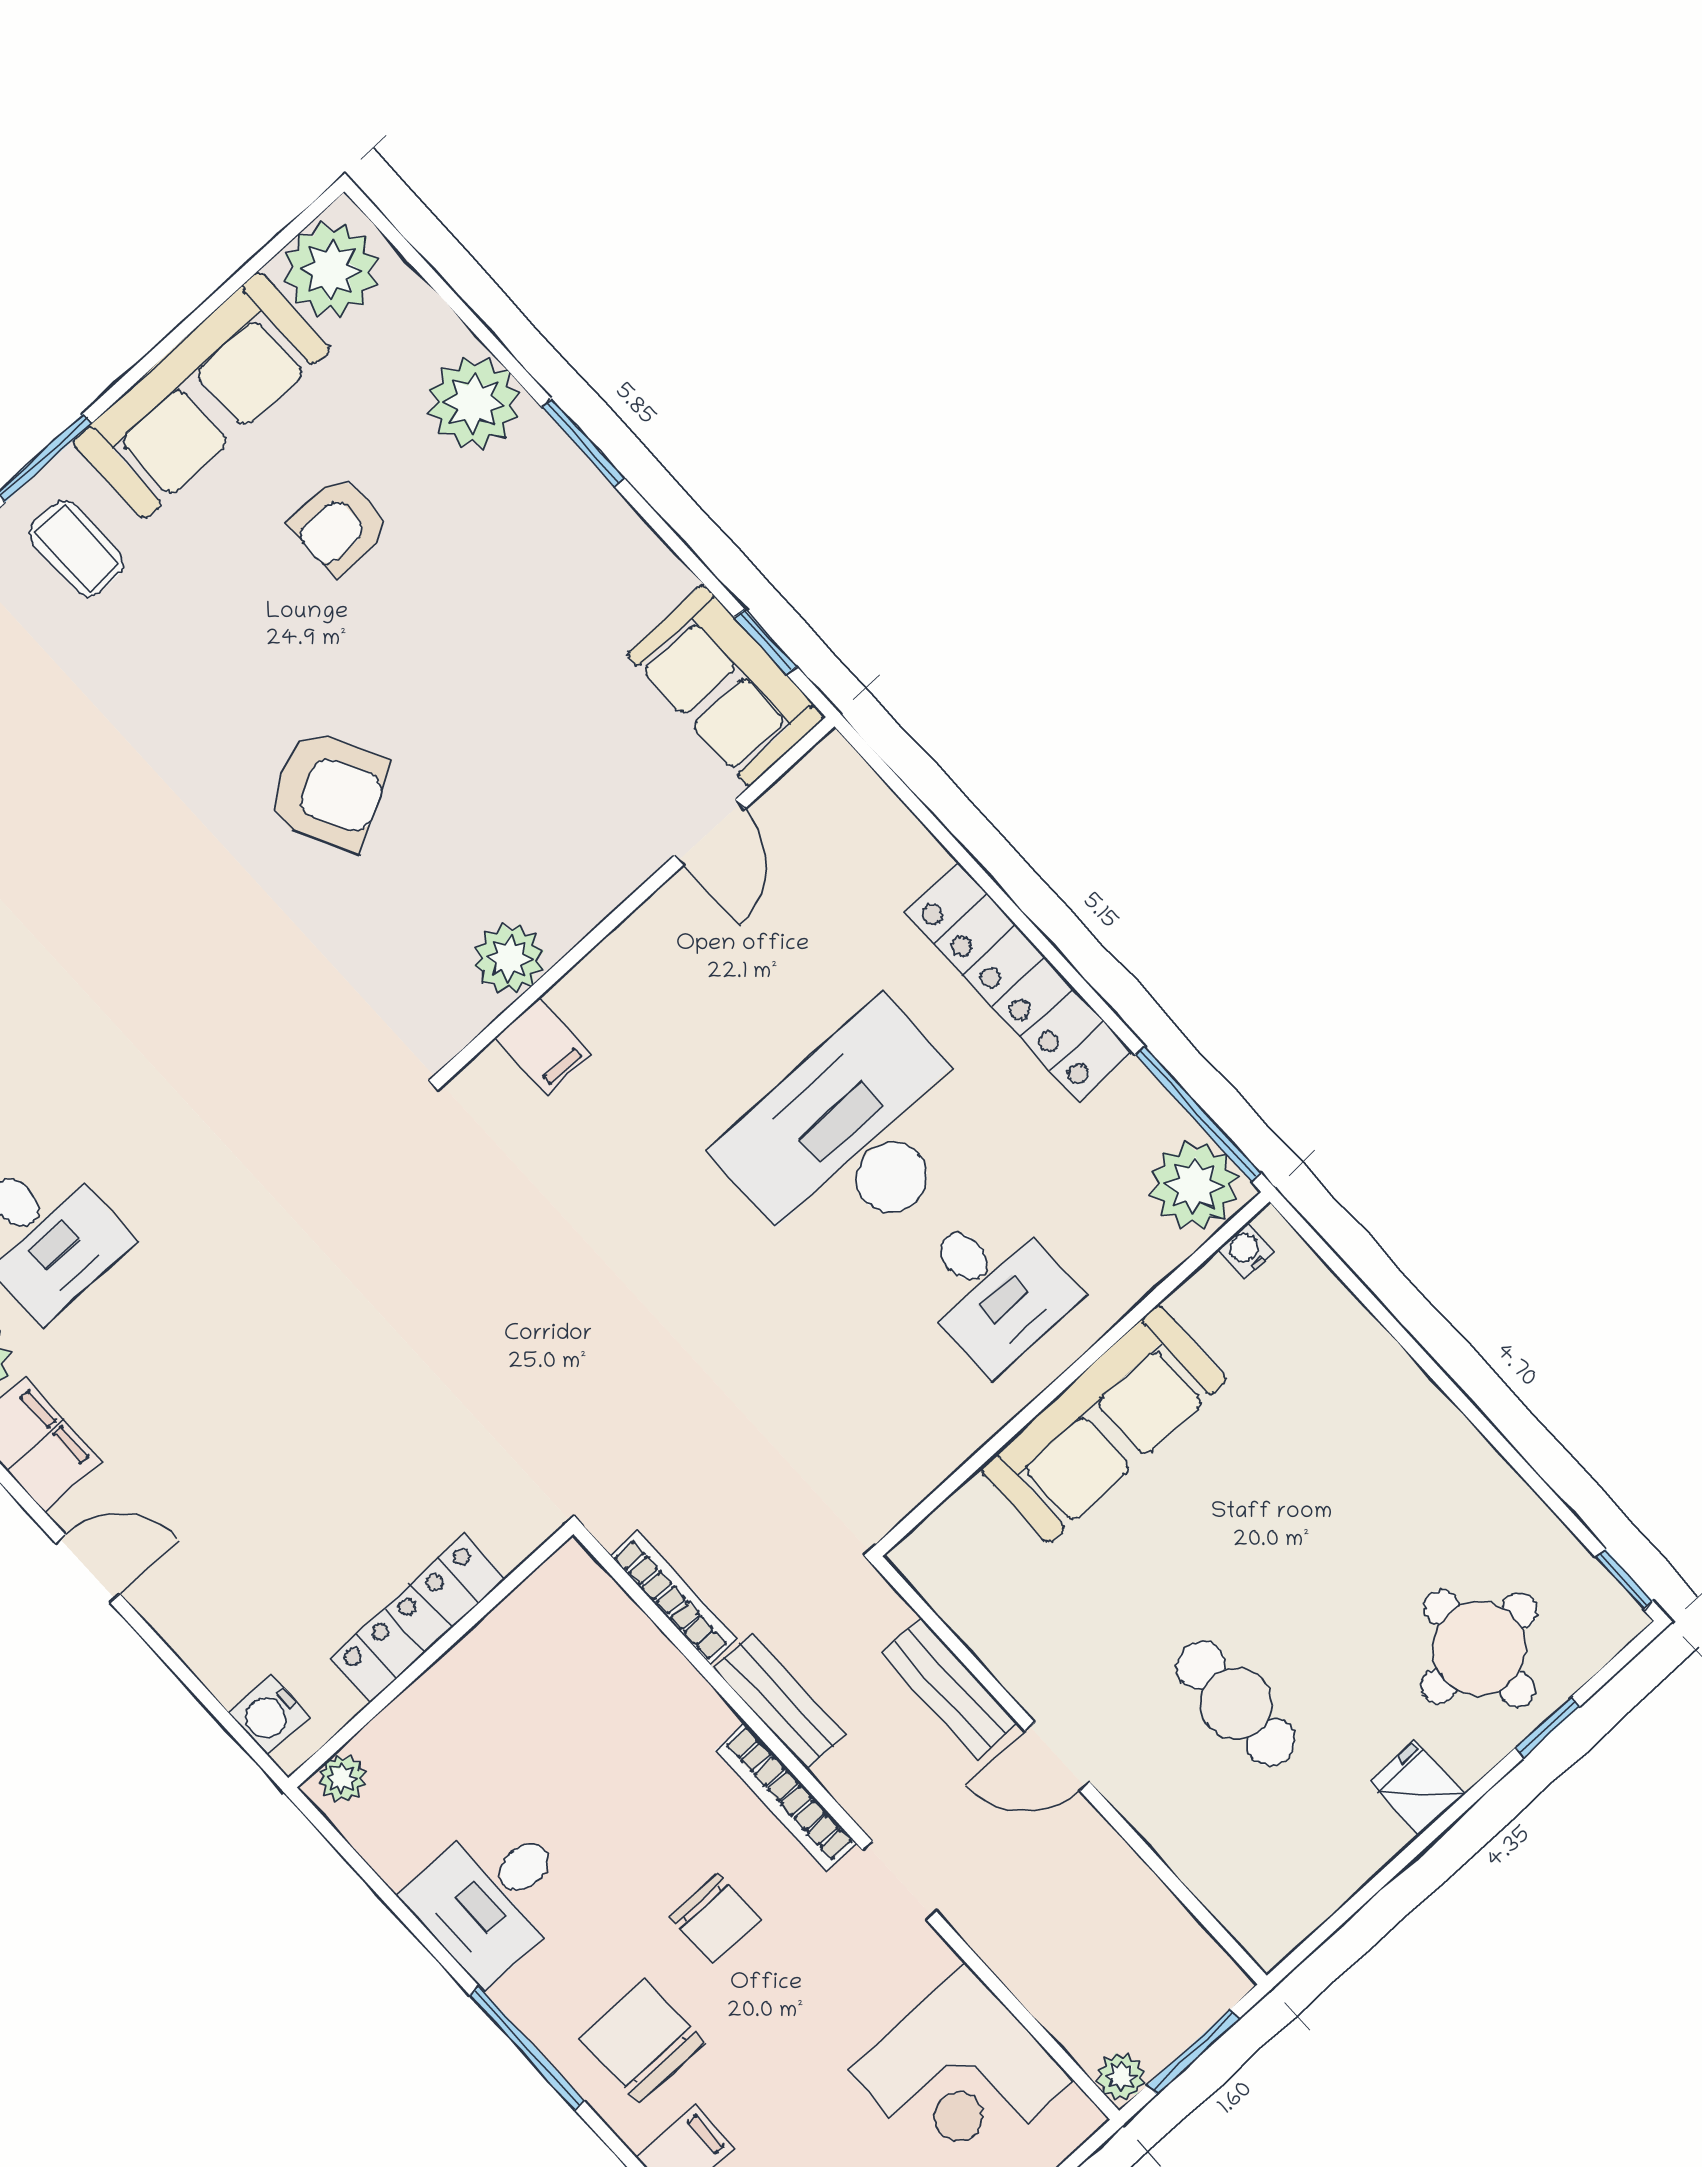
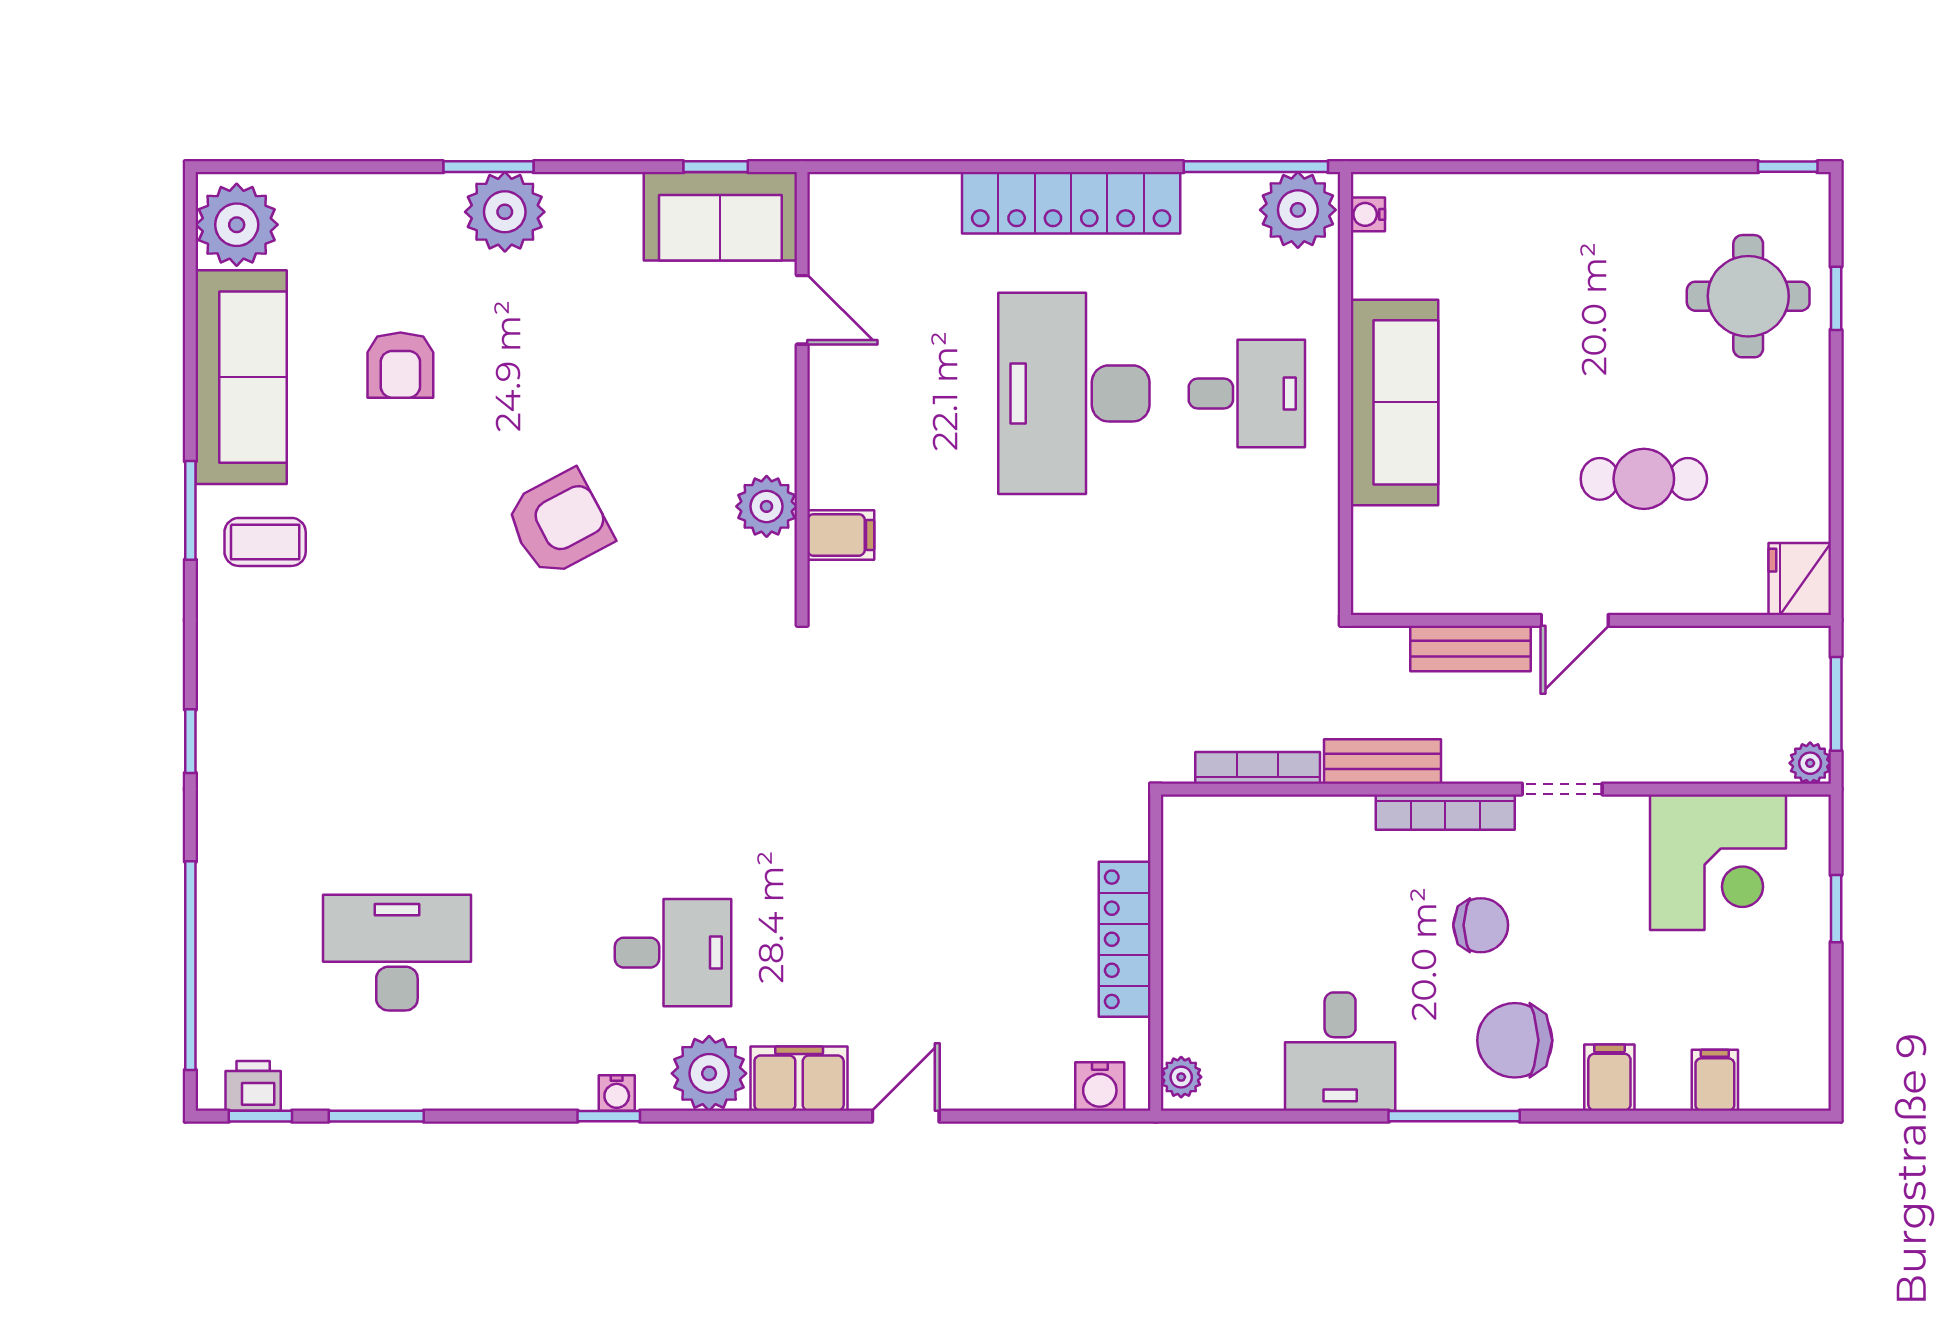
plant: (474, 403) -> (505, 212), moved
fridge: (1417, 1788) -> (1800, 579), moved, width x1.38

